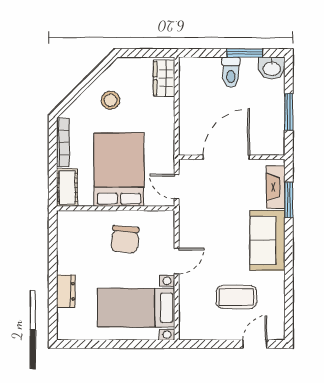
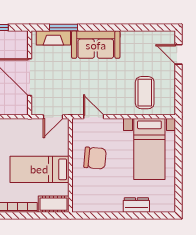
bed: (119, 170) -> (39, 169), width x0.67
door: (177, 261) -> (94, 117), moved
coffee table: (236, 297) -> (145, 93), moved

